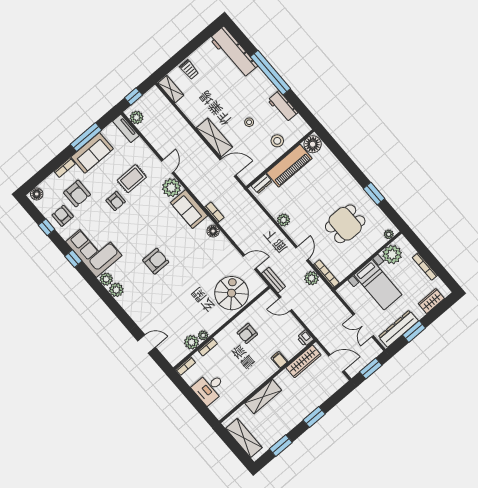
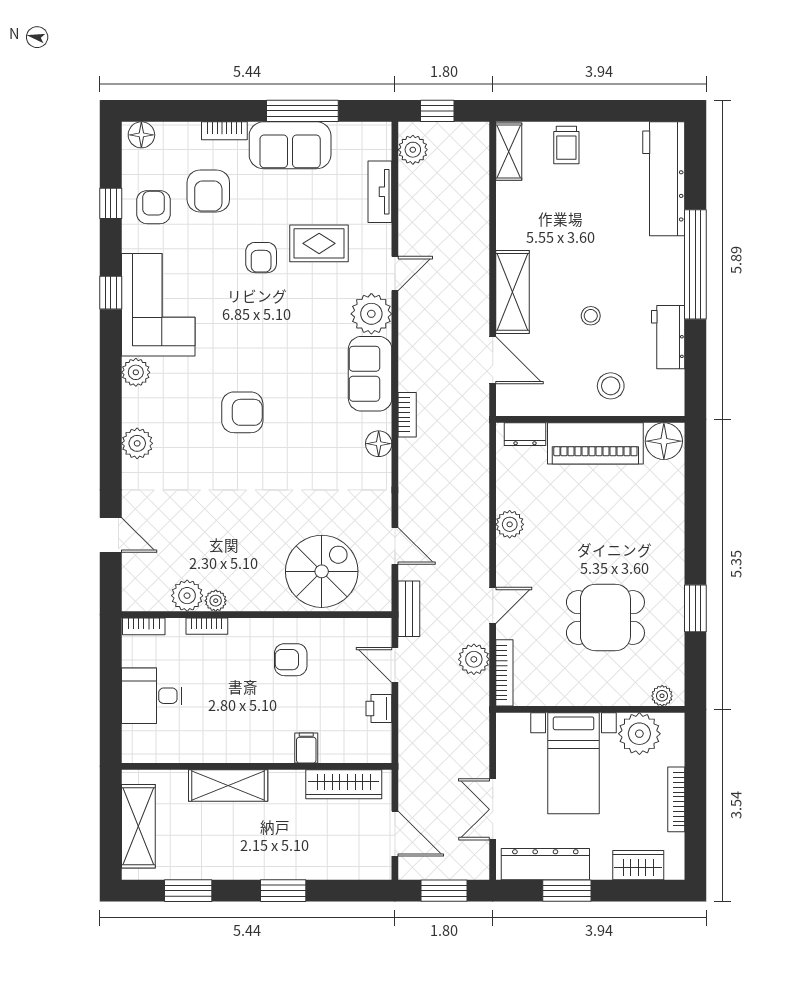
tv unit: (126, 128) -> (380, 192), moved
plant: (116, 290) -> (137, 443), moved
printer: (305, 338) -> (379, 708), moved

